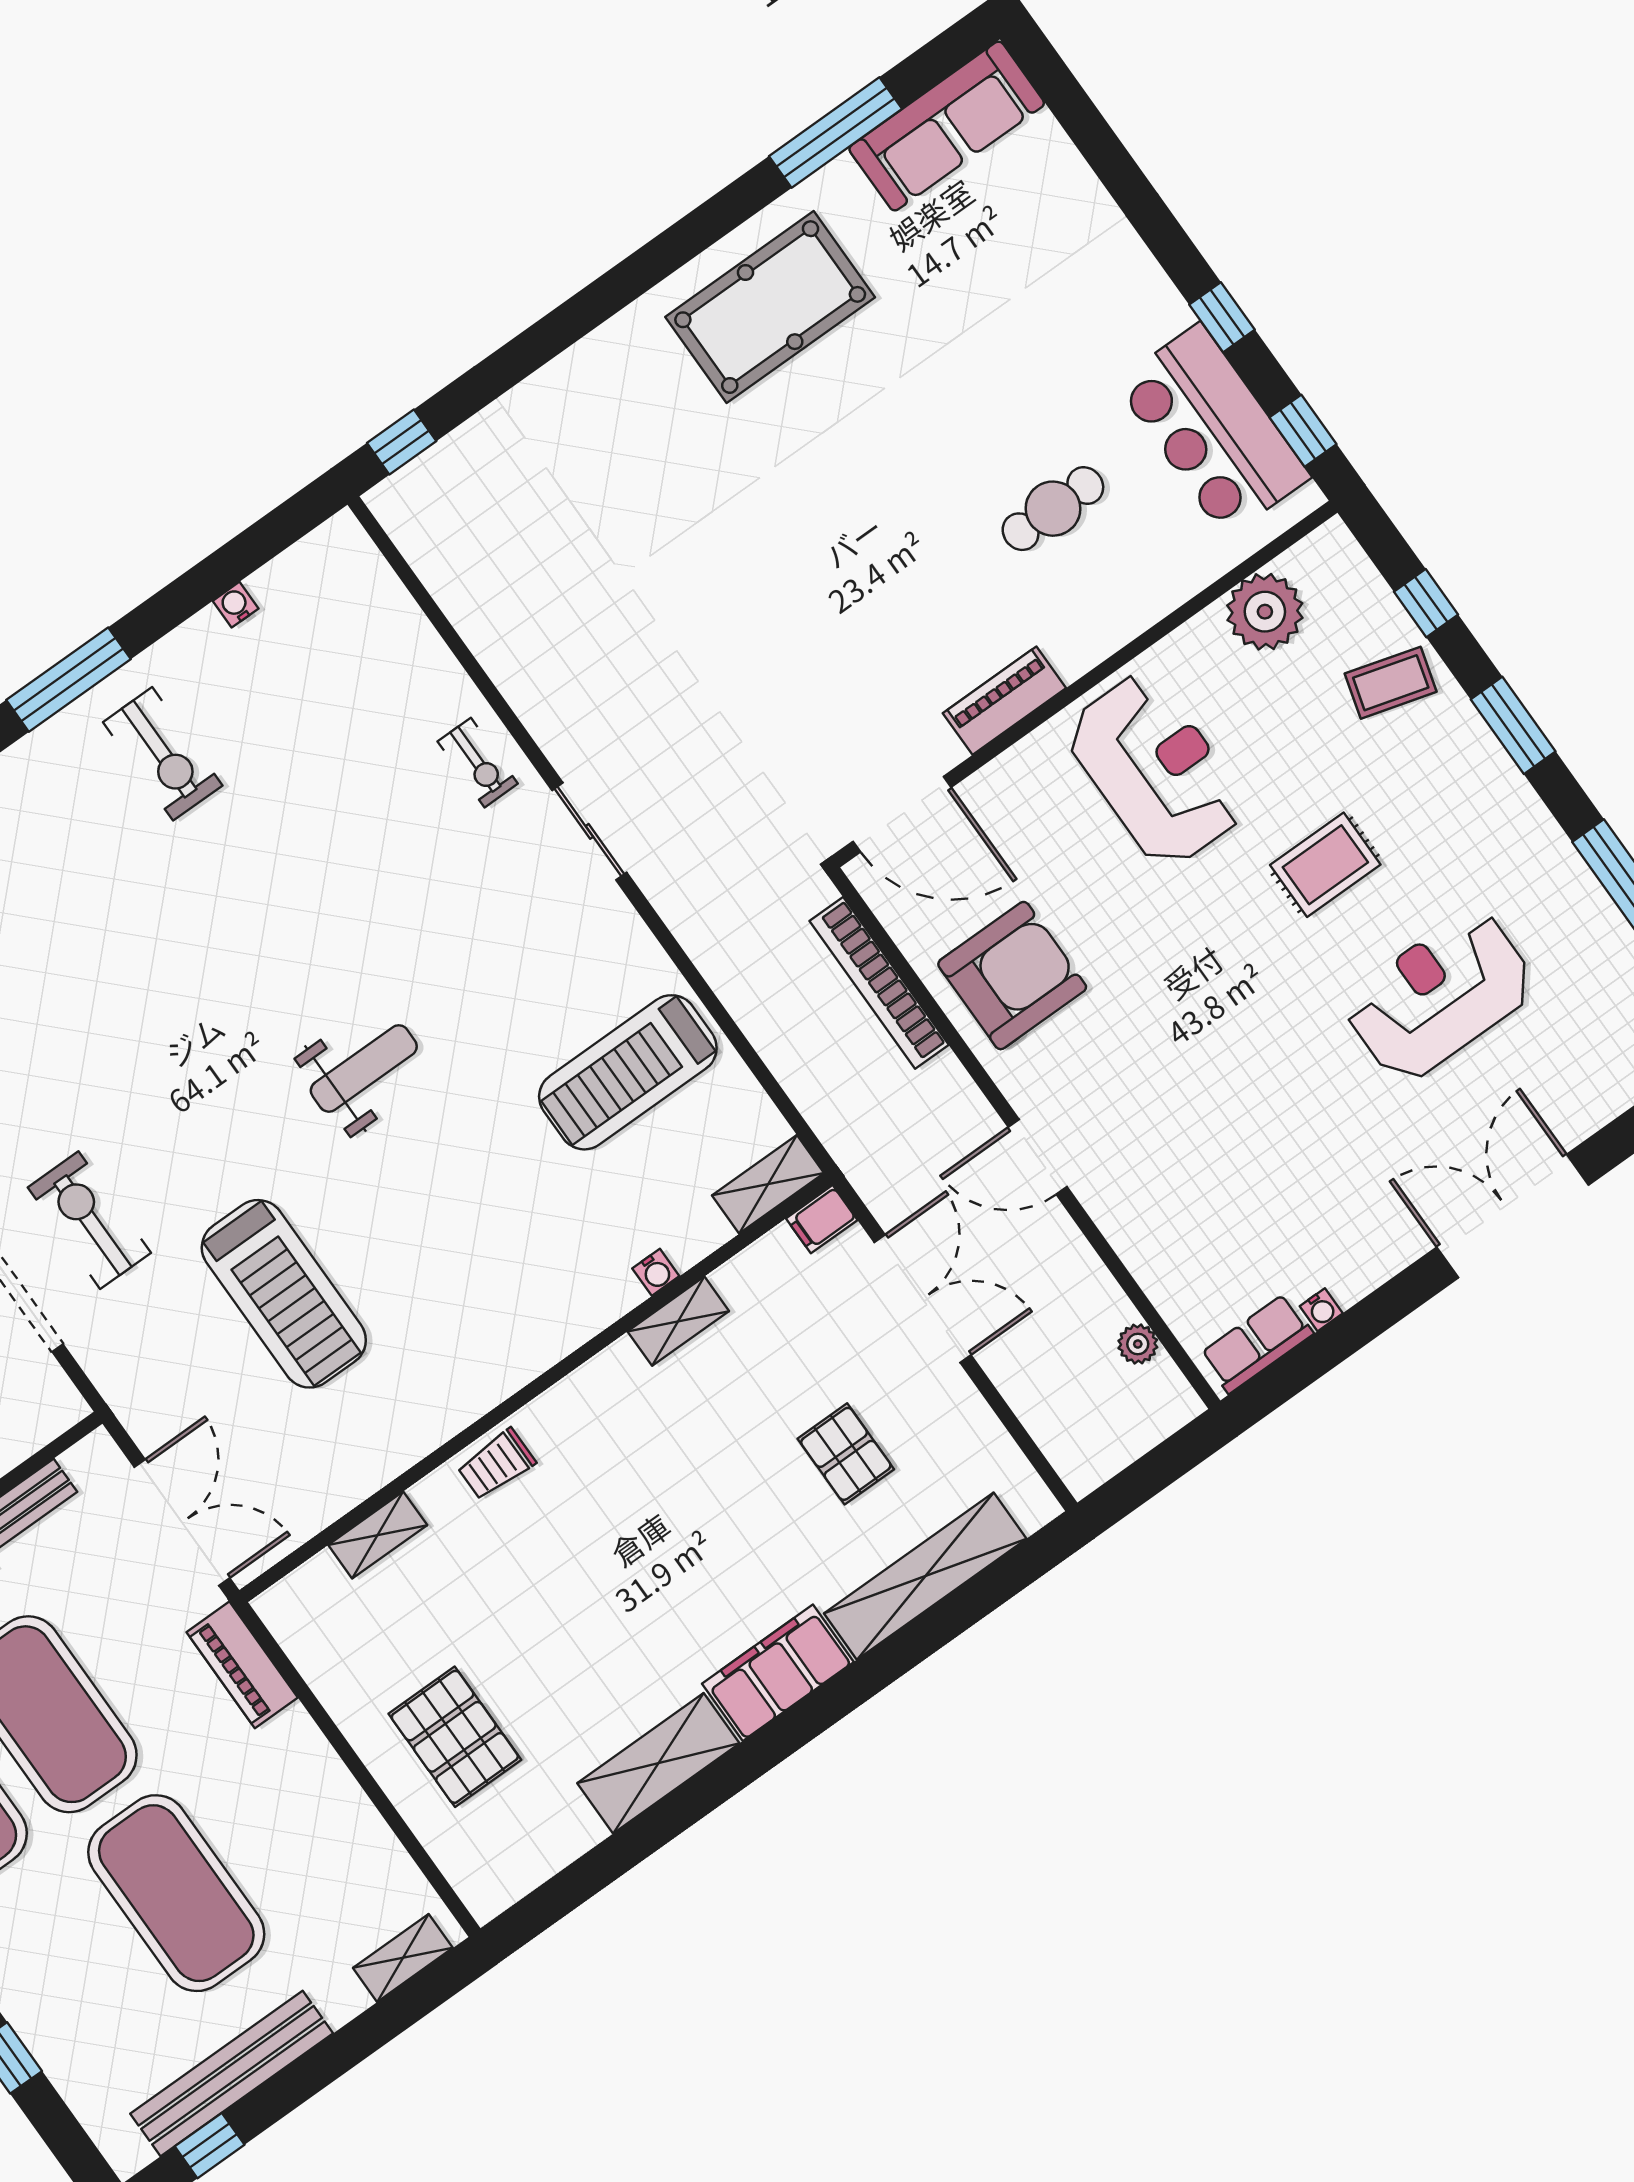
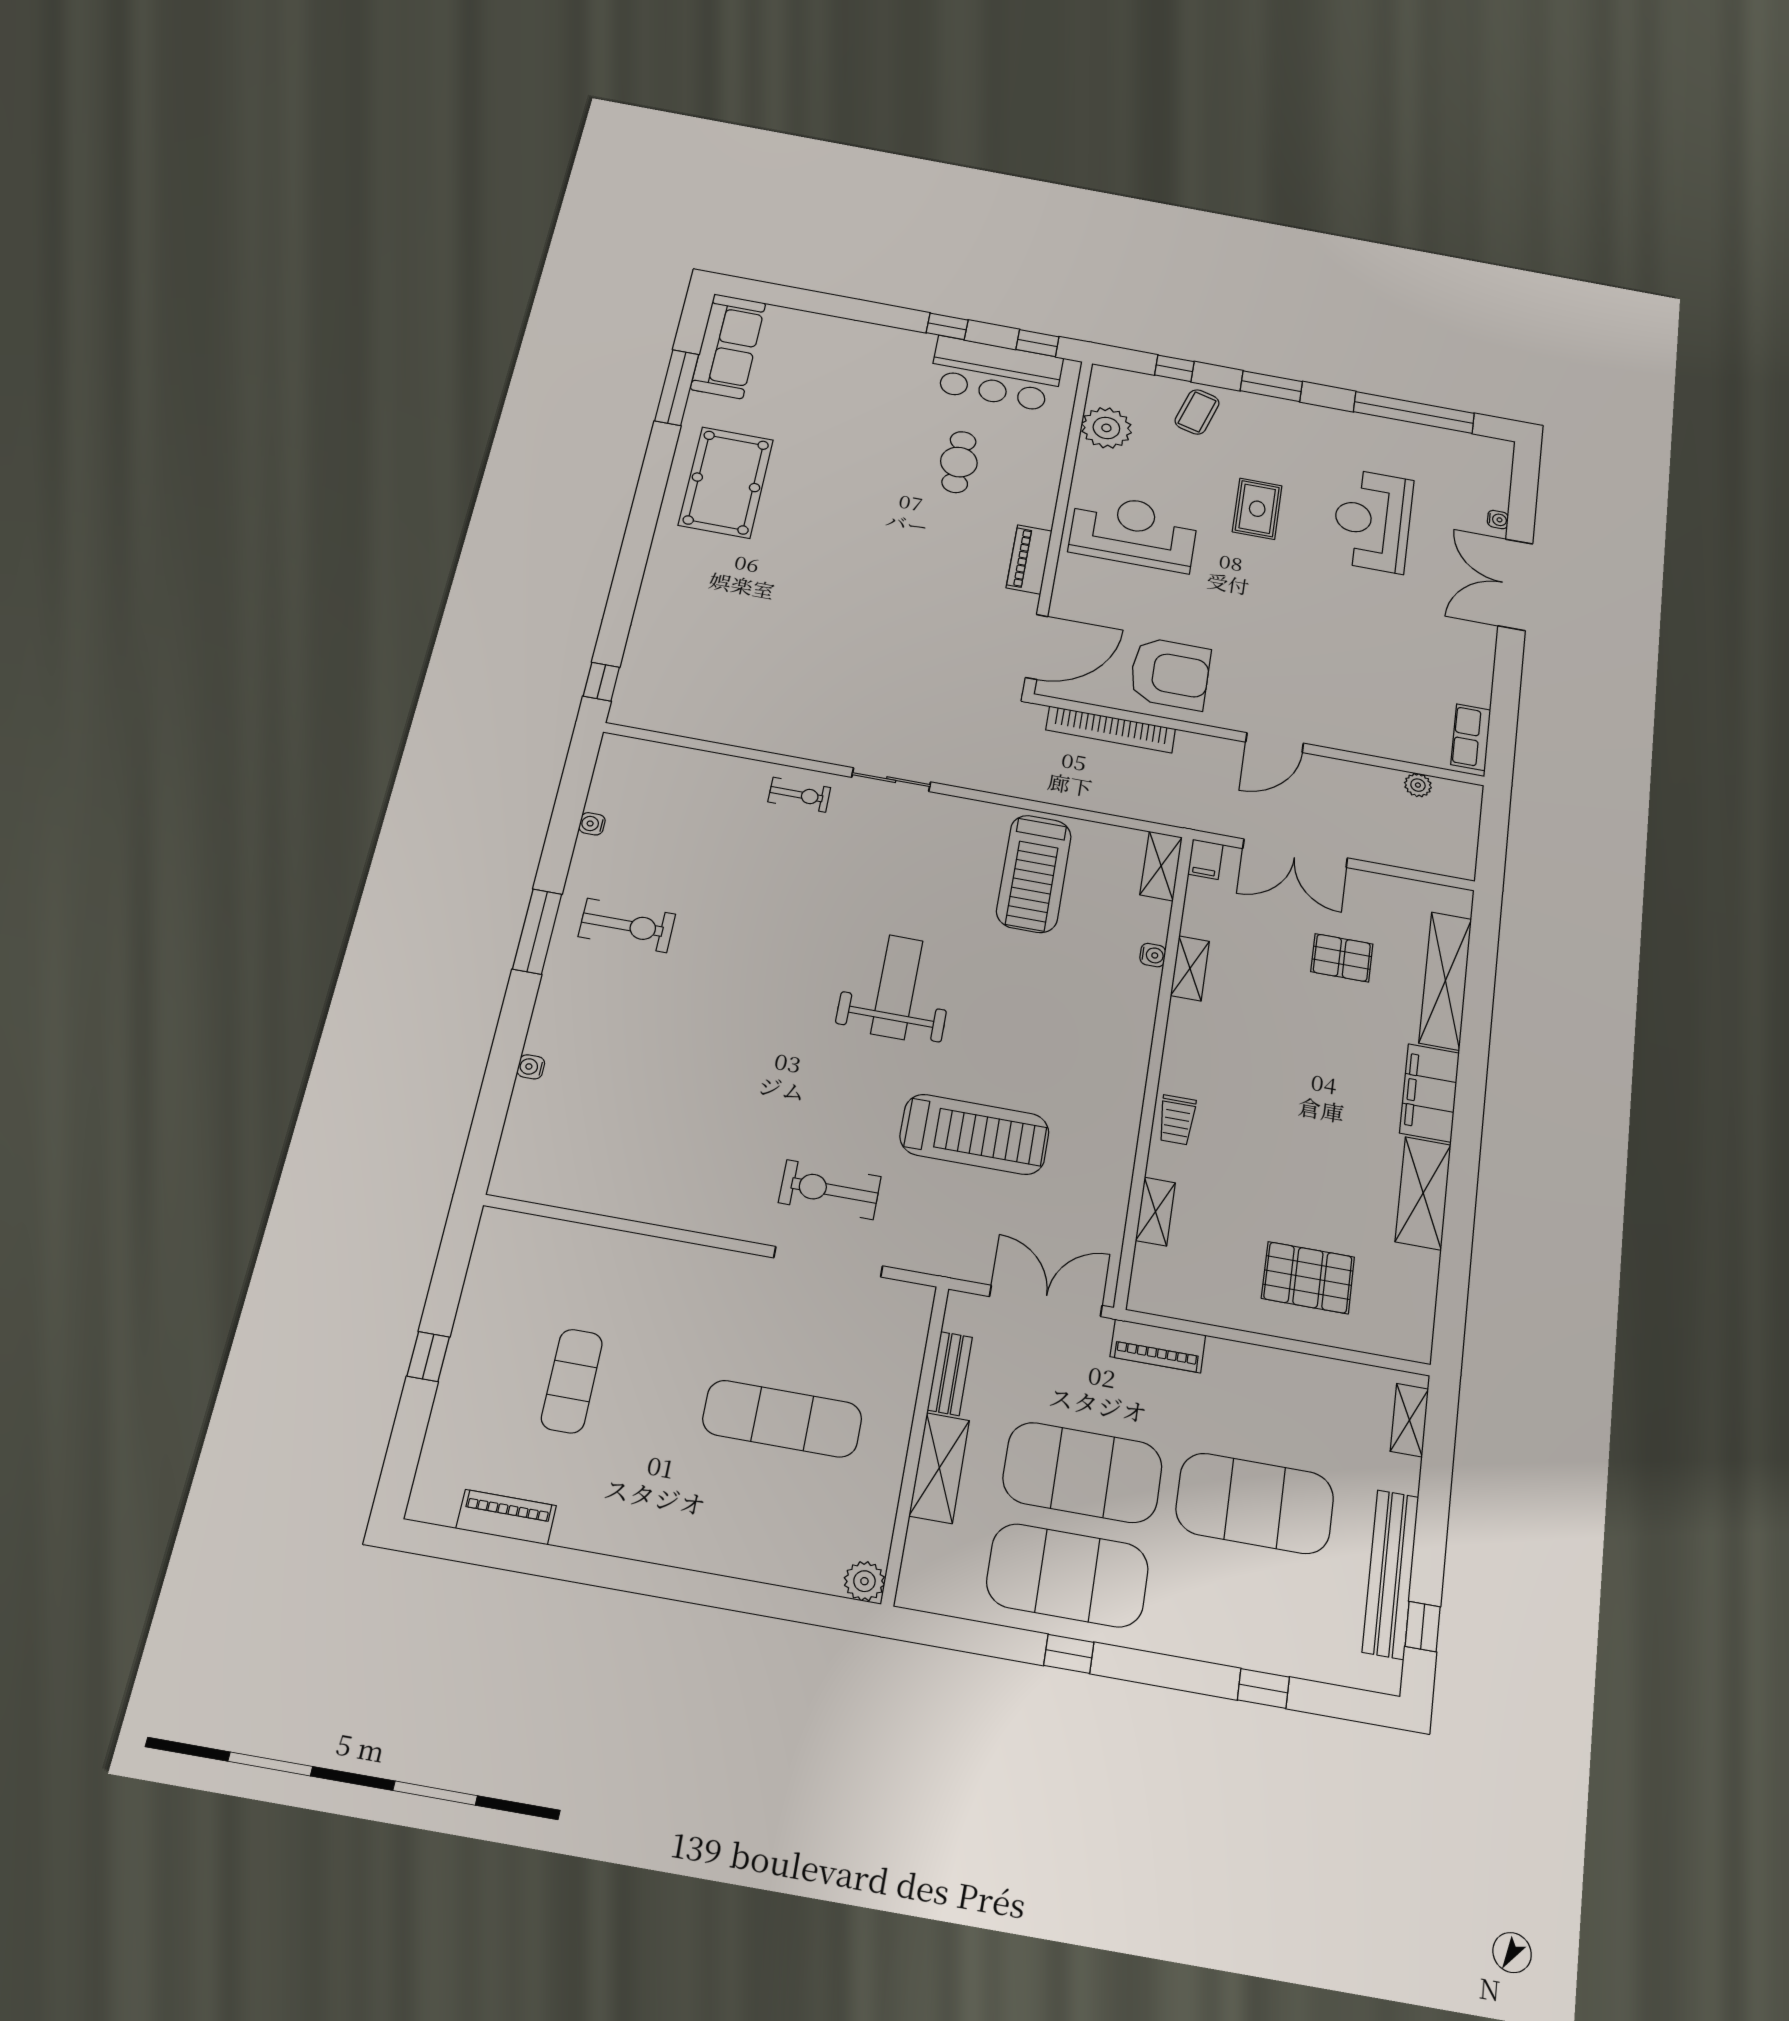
armchair: (1012, 976) -> (1170, 674), turned 90
weight bench: (364, 1068) -> (897, 987), width x1.36, depth x1.33
double door: (923, 1299) -> (1295, 853), swing flipped
water cooler: (1321, 1310) -> (1498, 520), moved

